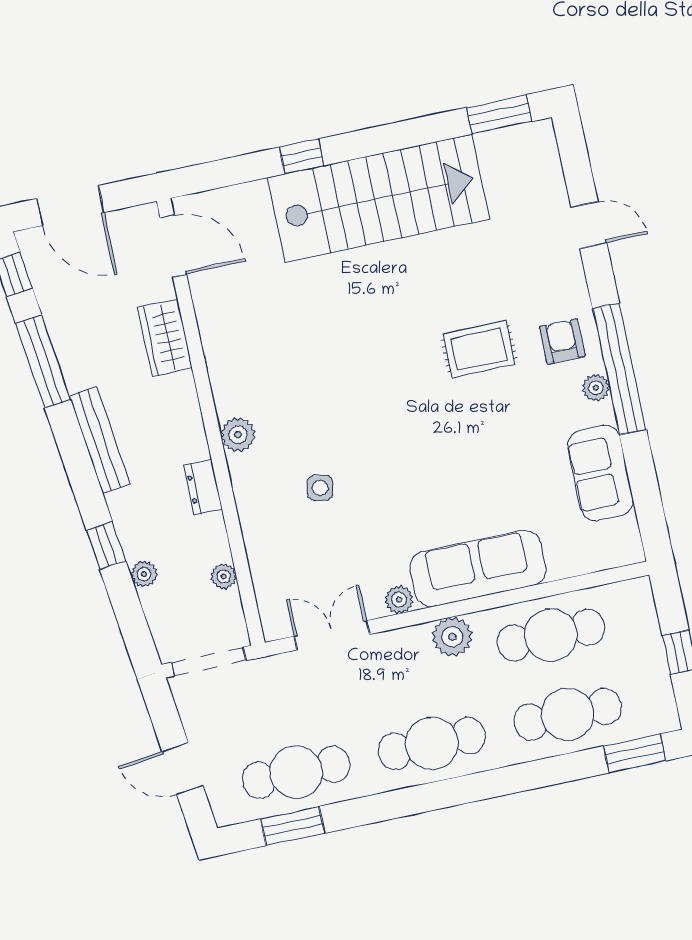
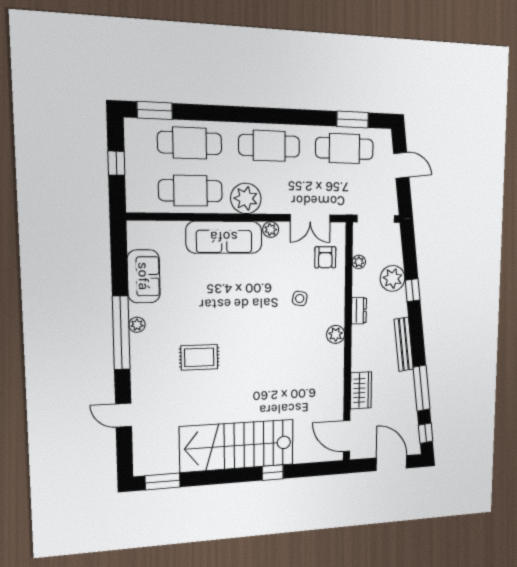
armchair: (562, 341) -> (325, 257), moved
plant: (144, 574) -> (393, 278), width x1.87, depth x1.87
plant: (452, 637) -> (246, 198), width x1.36, depth x1.36

